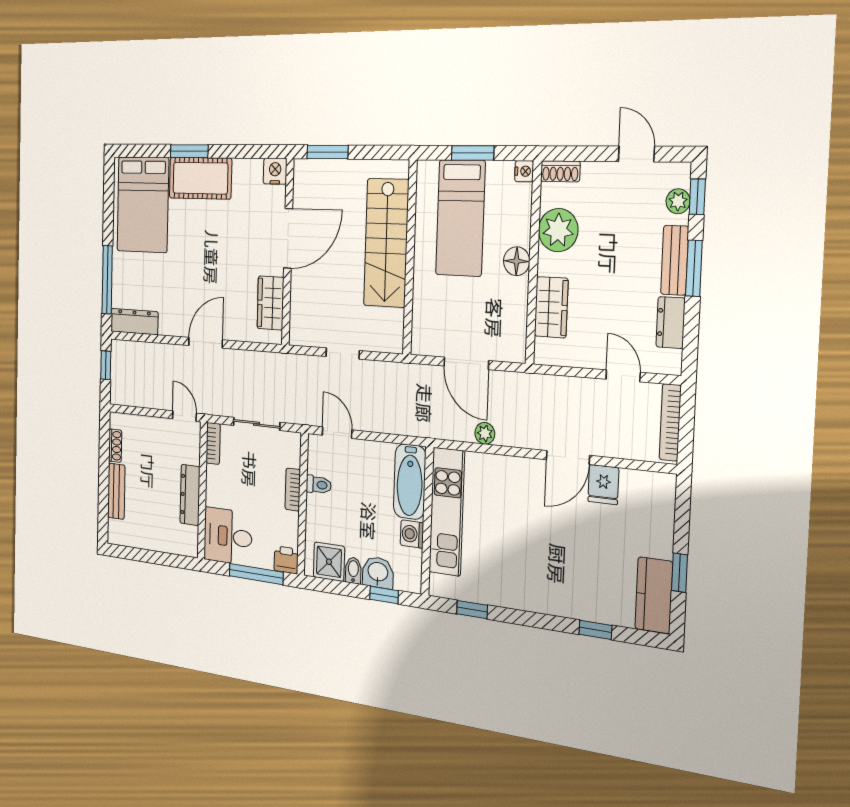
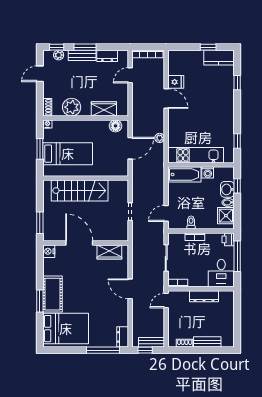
floor lamp: (517, 261) -> (116, 126), moved
dresser: (134, 322) -> (123, 337), width x0.70
bench: (118, 379) -> (152, 342), added

